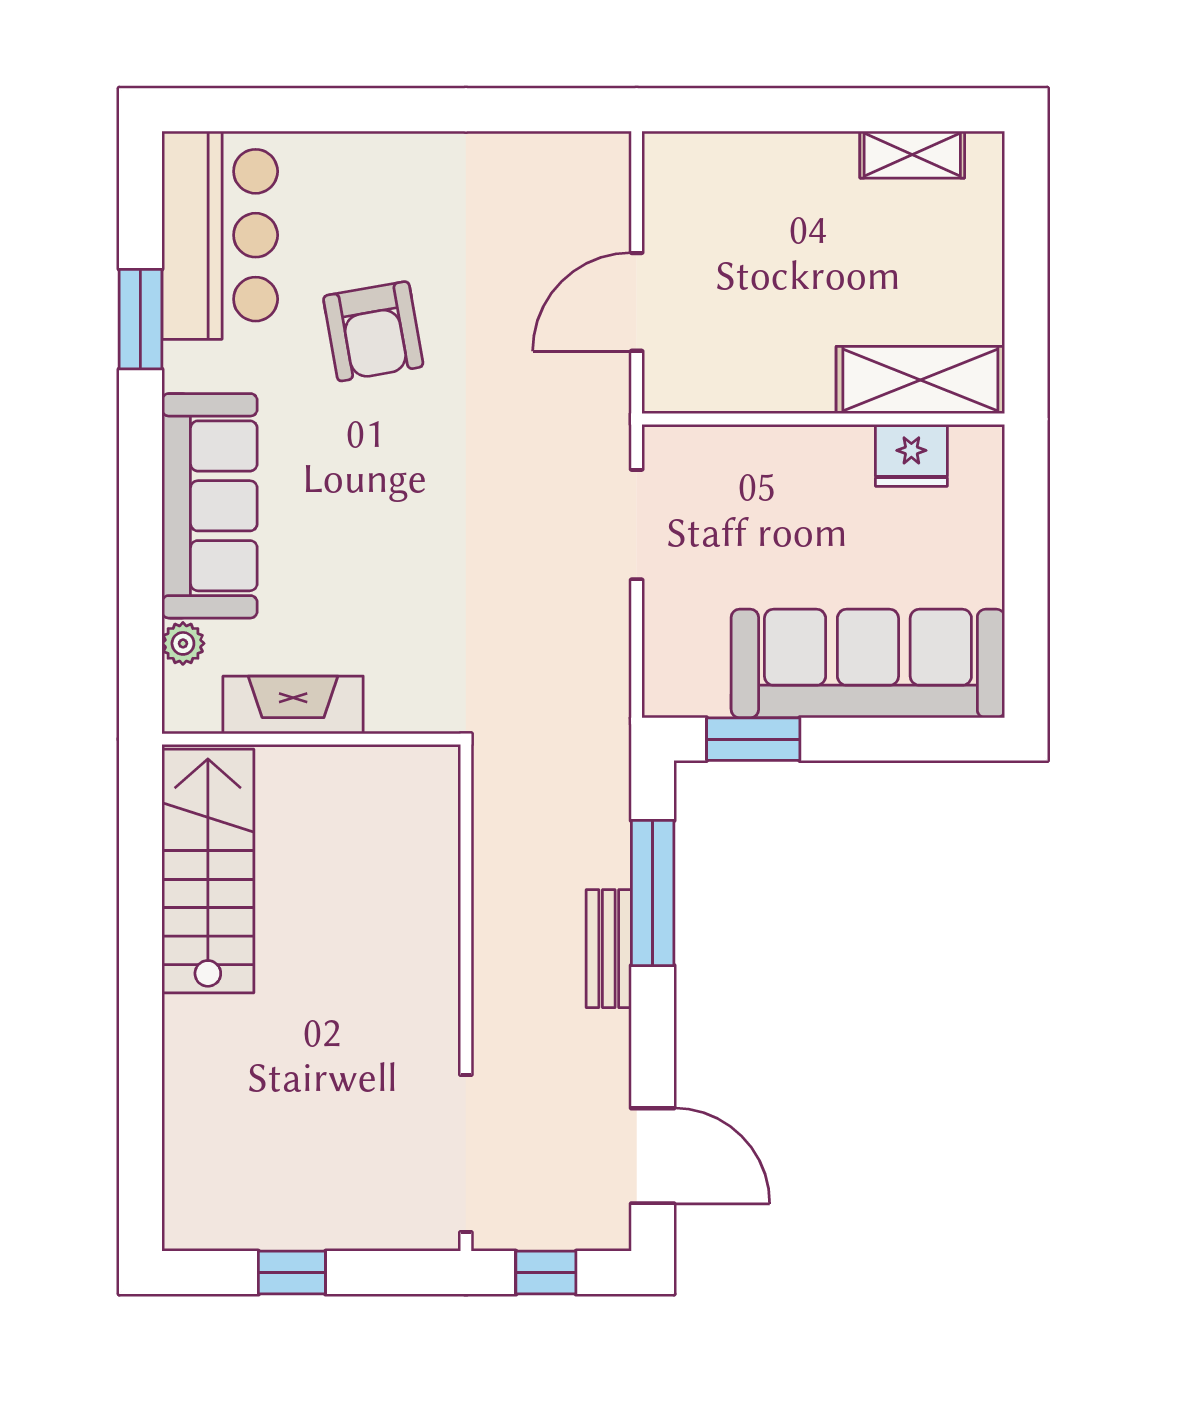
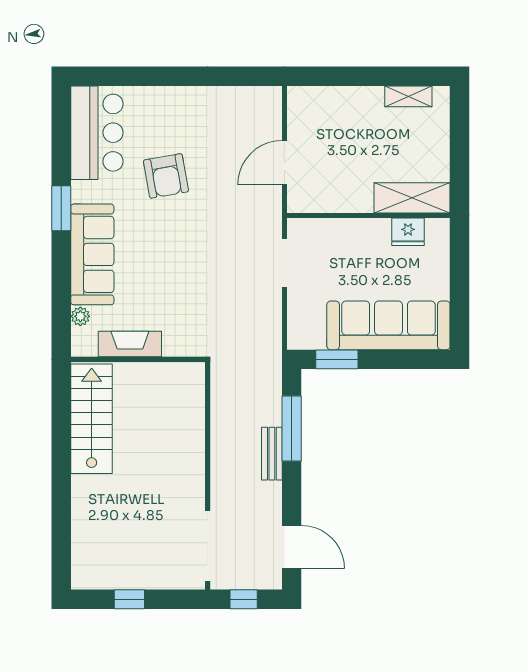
window: (140, 319) -> (61, 208), moved

